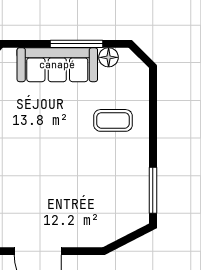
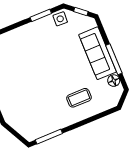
coffee table: (113, 120) -> (79, 98), turned 90

